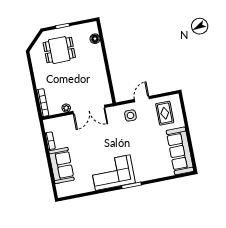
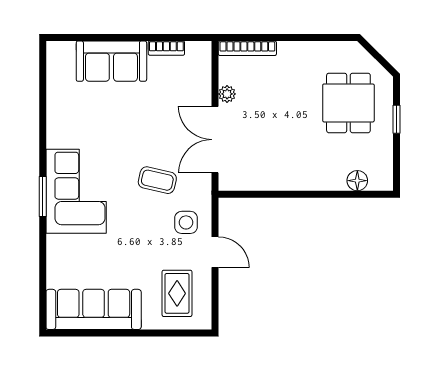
rug: (165, 113) -> (177, 293), turned 90
coffee table: (113, 133) -> (157, 180), added
corner sofa: (113, 173) -> (76, 191), moved

